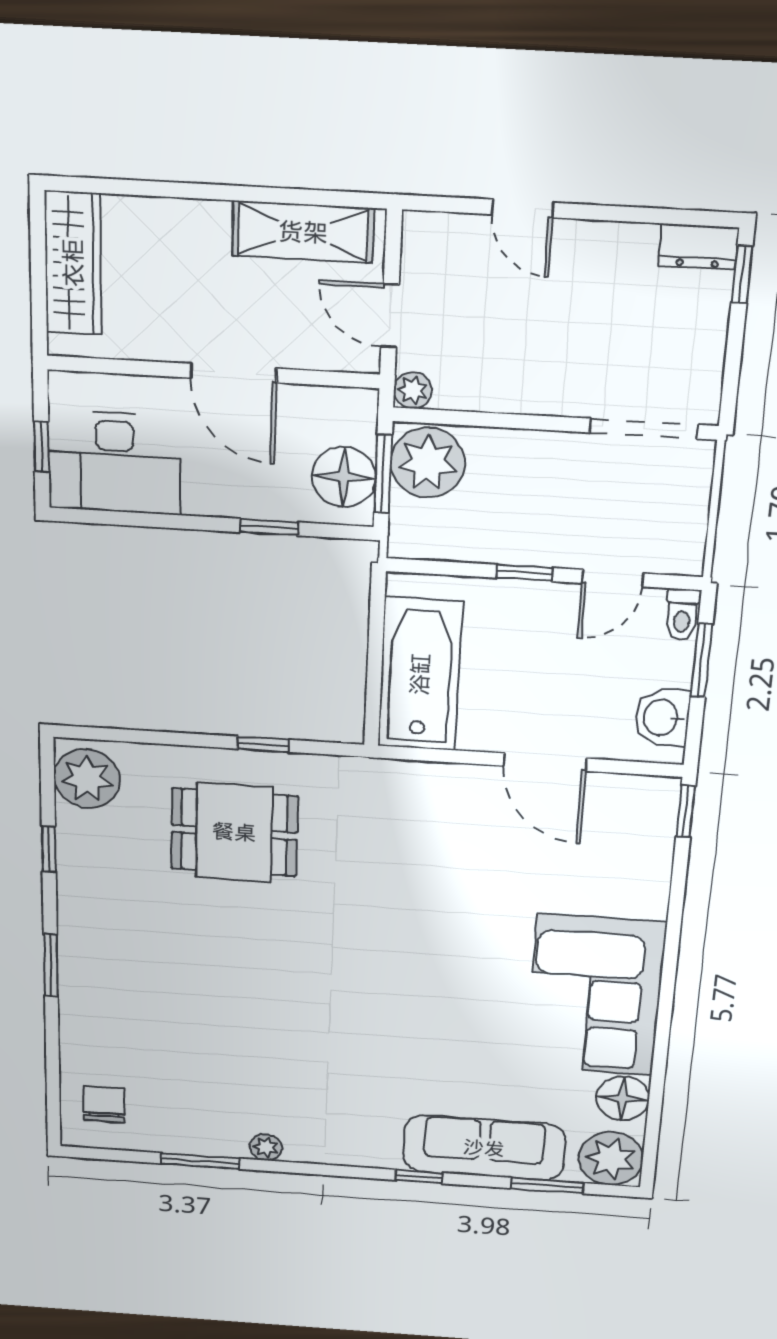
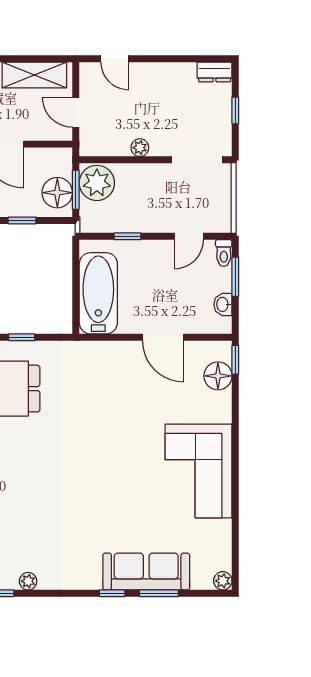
door: (523, 209) -> (115, 59), moved
window: (742, 274) -> (235, 110), moved
plant: (413, 390) -> (140, 148), moved
window: (525, 573) -> (127, 236), moved
washbasin: (662, 718) -> (223, 304), width x0.72, depth x0.69
floor lamp: (623, 1098) -> (218, 376), moved
plant: (611, 1159) -> (223, 581), width x0.53, depth x0.53
window: (547, 1186) -> (159, 593), moved

